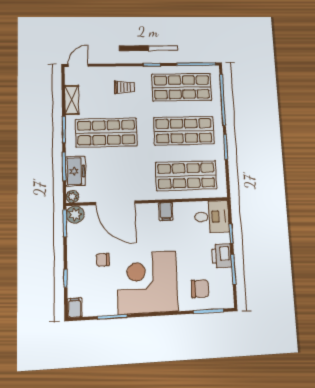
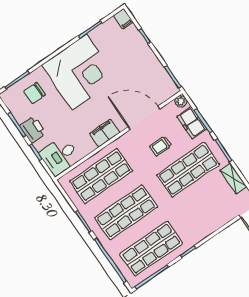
trolley: (124, 87) -> (161, 146), moved
filing cabinet: (166, 211) -> (105, 133), width x2.00
plant: (75, 214) -> (170, 89), removed
chair: (103, 260) -> (125, 68), removed

